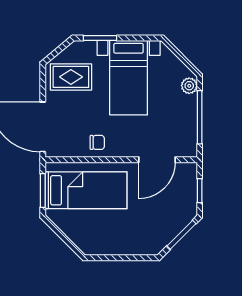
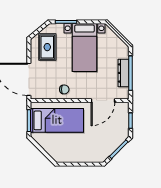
rug: (71, 77) -> (47, 47), turned 90
plant: (189, 86) -> (124, 53), removed
dresser: (189, 117) -> (123, 73), added

